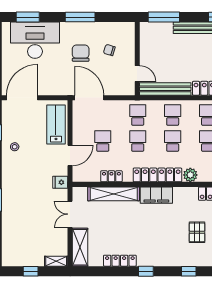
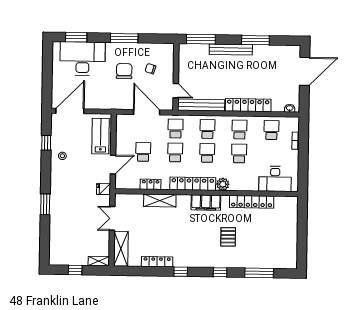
door: (89, 98) -> (147, 112), moved
shelving: (114, 194) -> (160, 201), width x0.68
filing cabinet: (156, 195) -> (206, 202), moved

